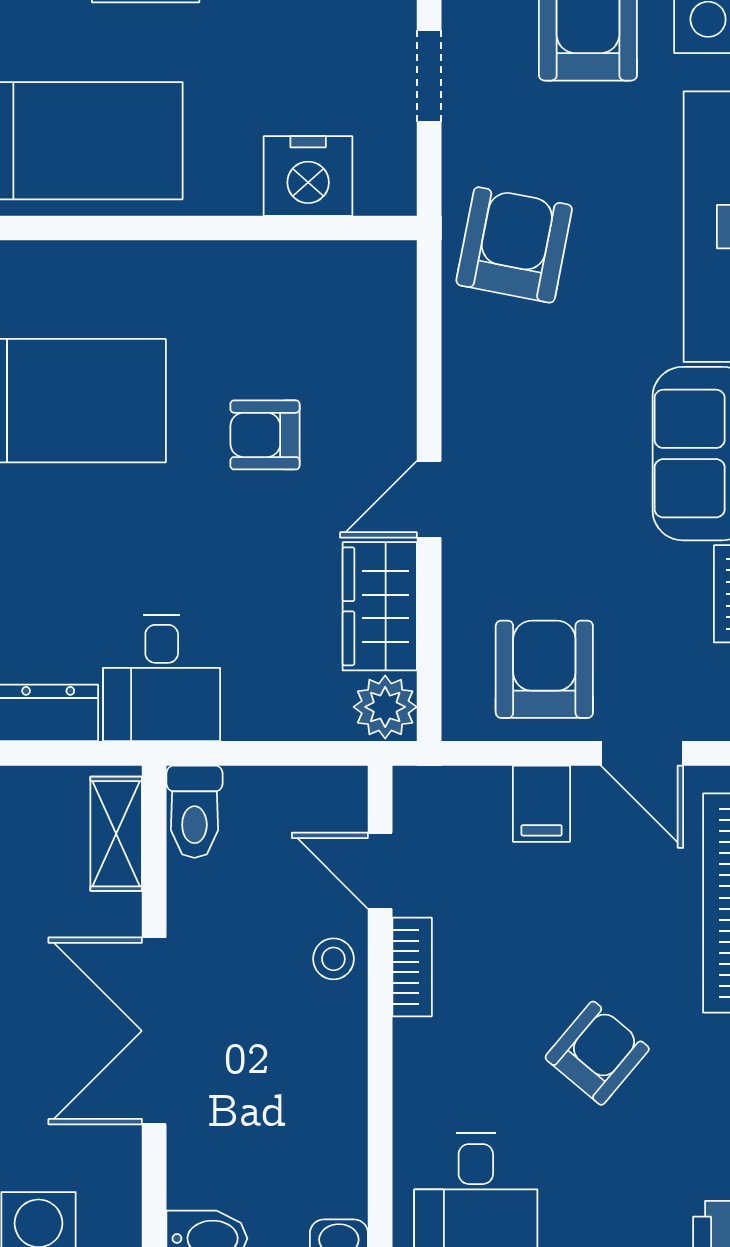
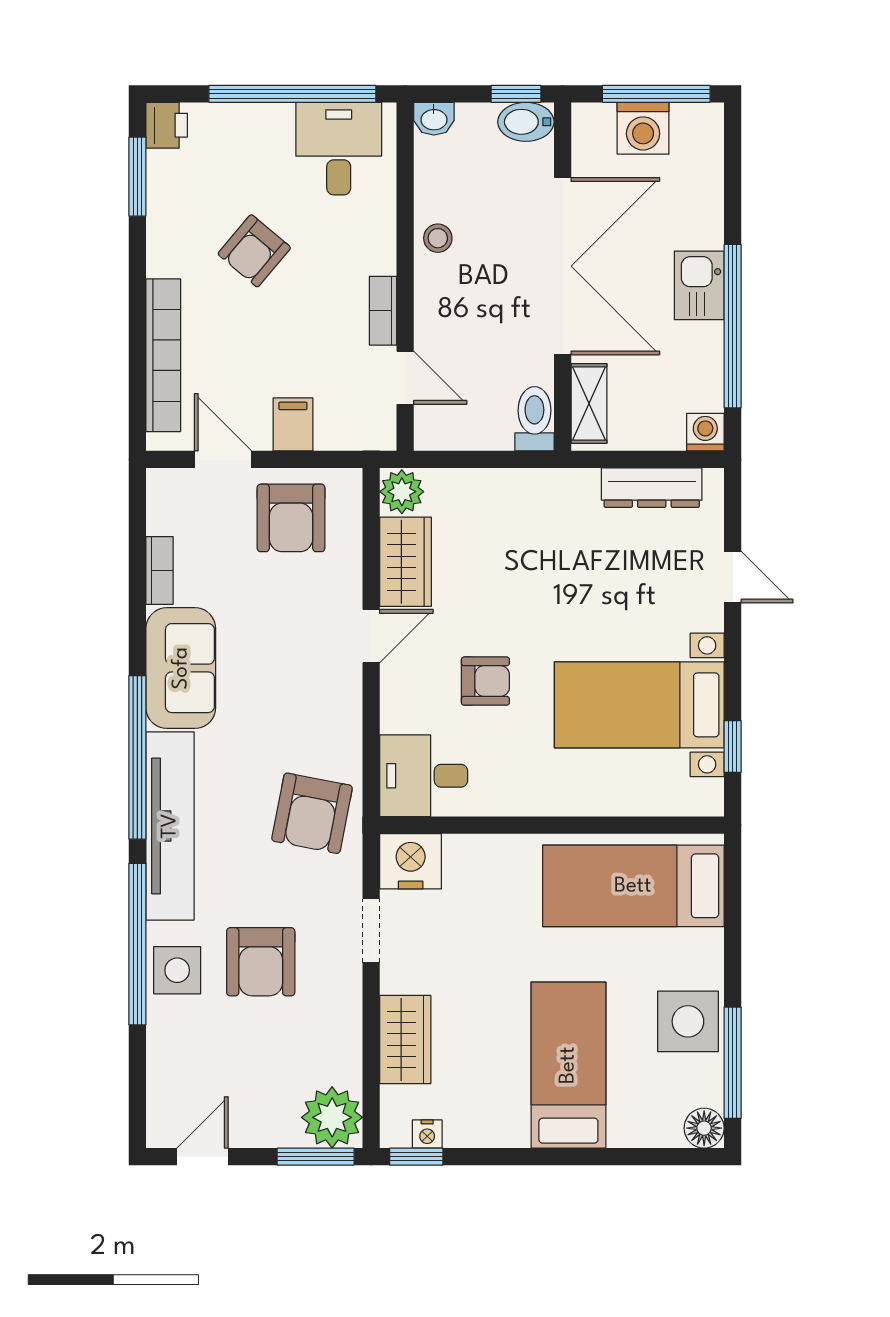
nightstand: (308, 176) -> (411, 861), moved
desk: (162, 678) -> (424, 776), moved, turned -90
stool: (333, 959) -> (438, 238), moved
double door: (154, 1031) -> (563, 266), width x1.36

